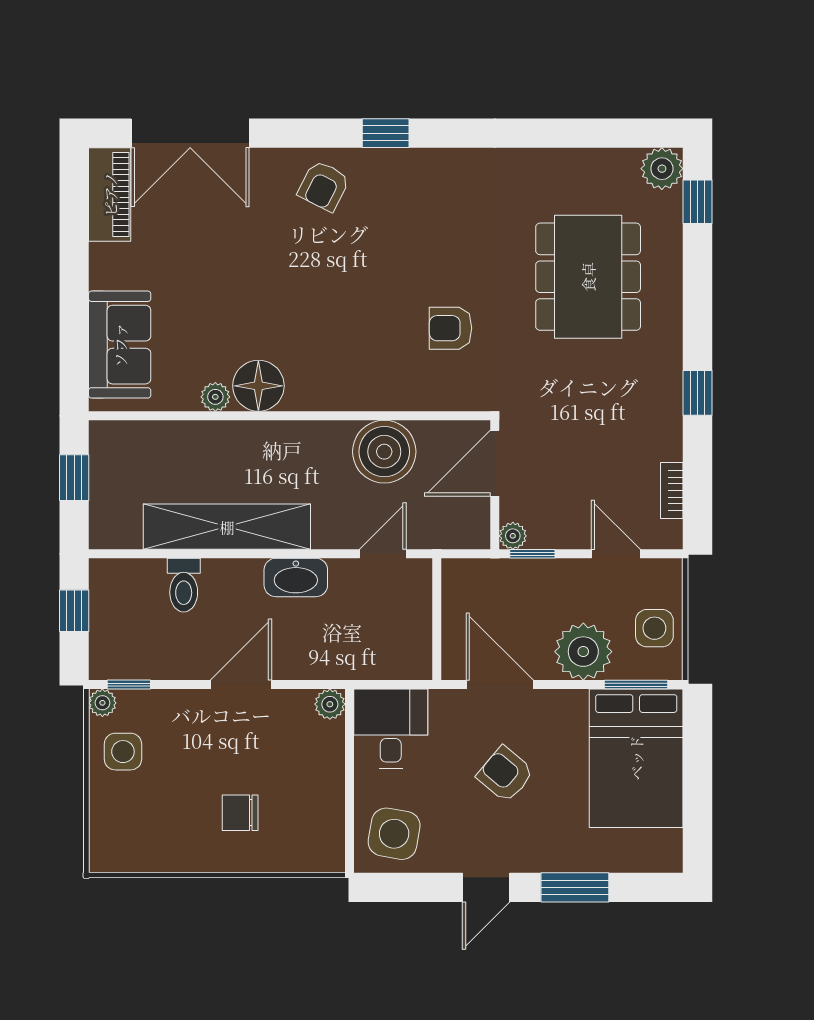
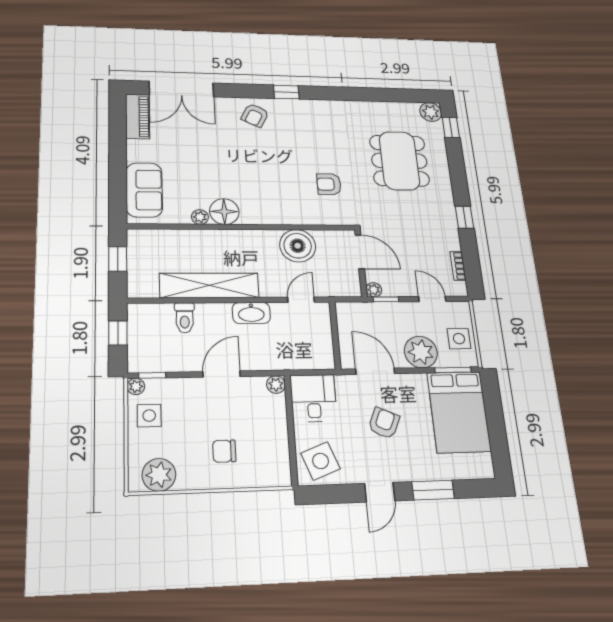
door: (495, 463) -> (360, 252), swing flipped
armchair: (505, 774) -> (384, 423), turned 74
side table: (394, 834) -> (321, 461), turned -31
plant: (137, 847) -> (159, 475), added

